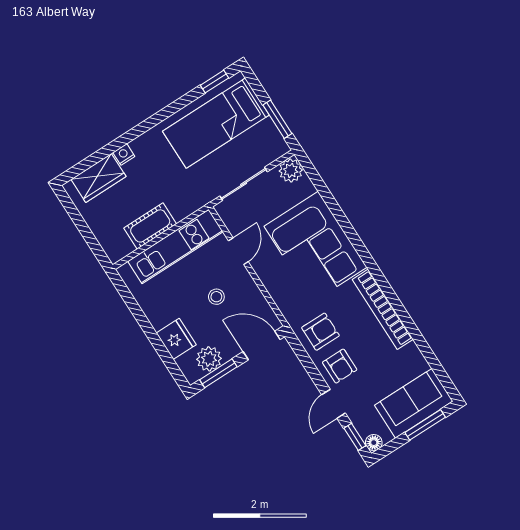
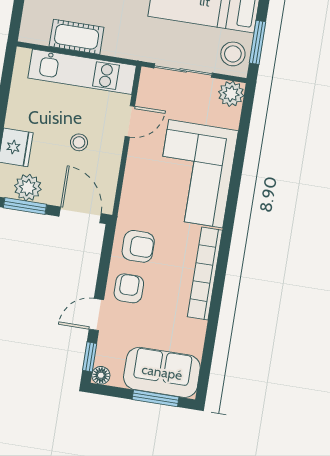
stool: (268, 142) -> (233, 54), added
armchair: (340, 366) -> (129, 288), turned 180

